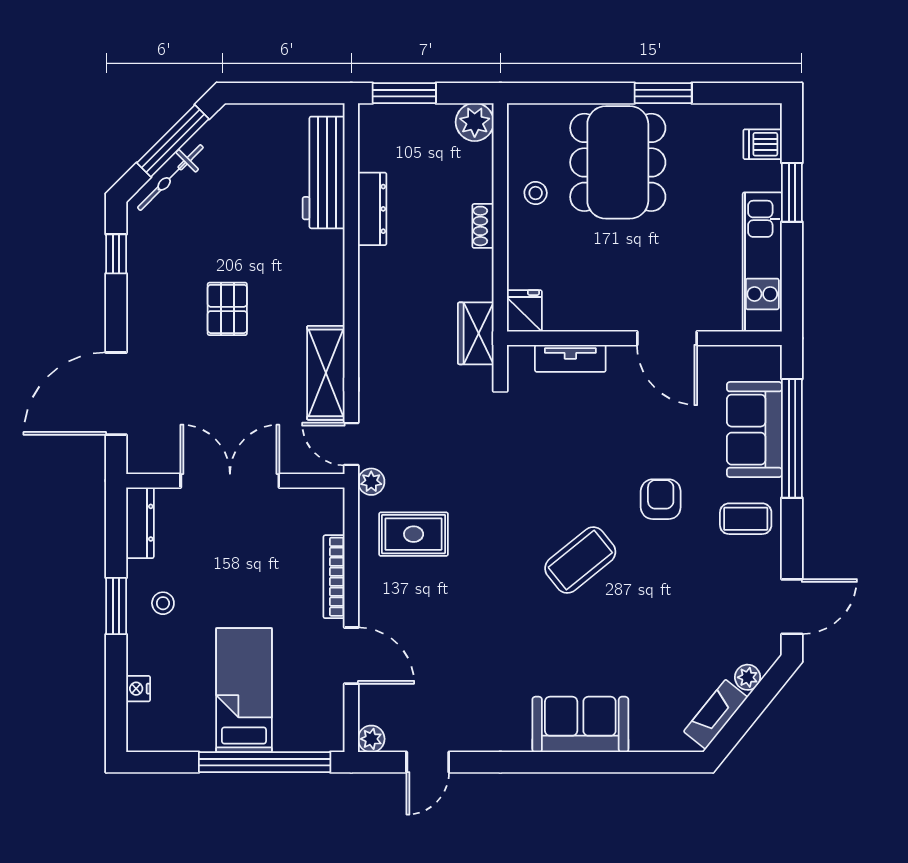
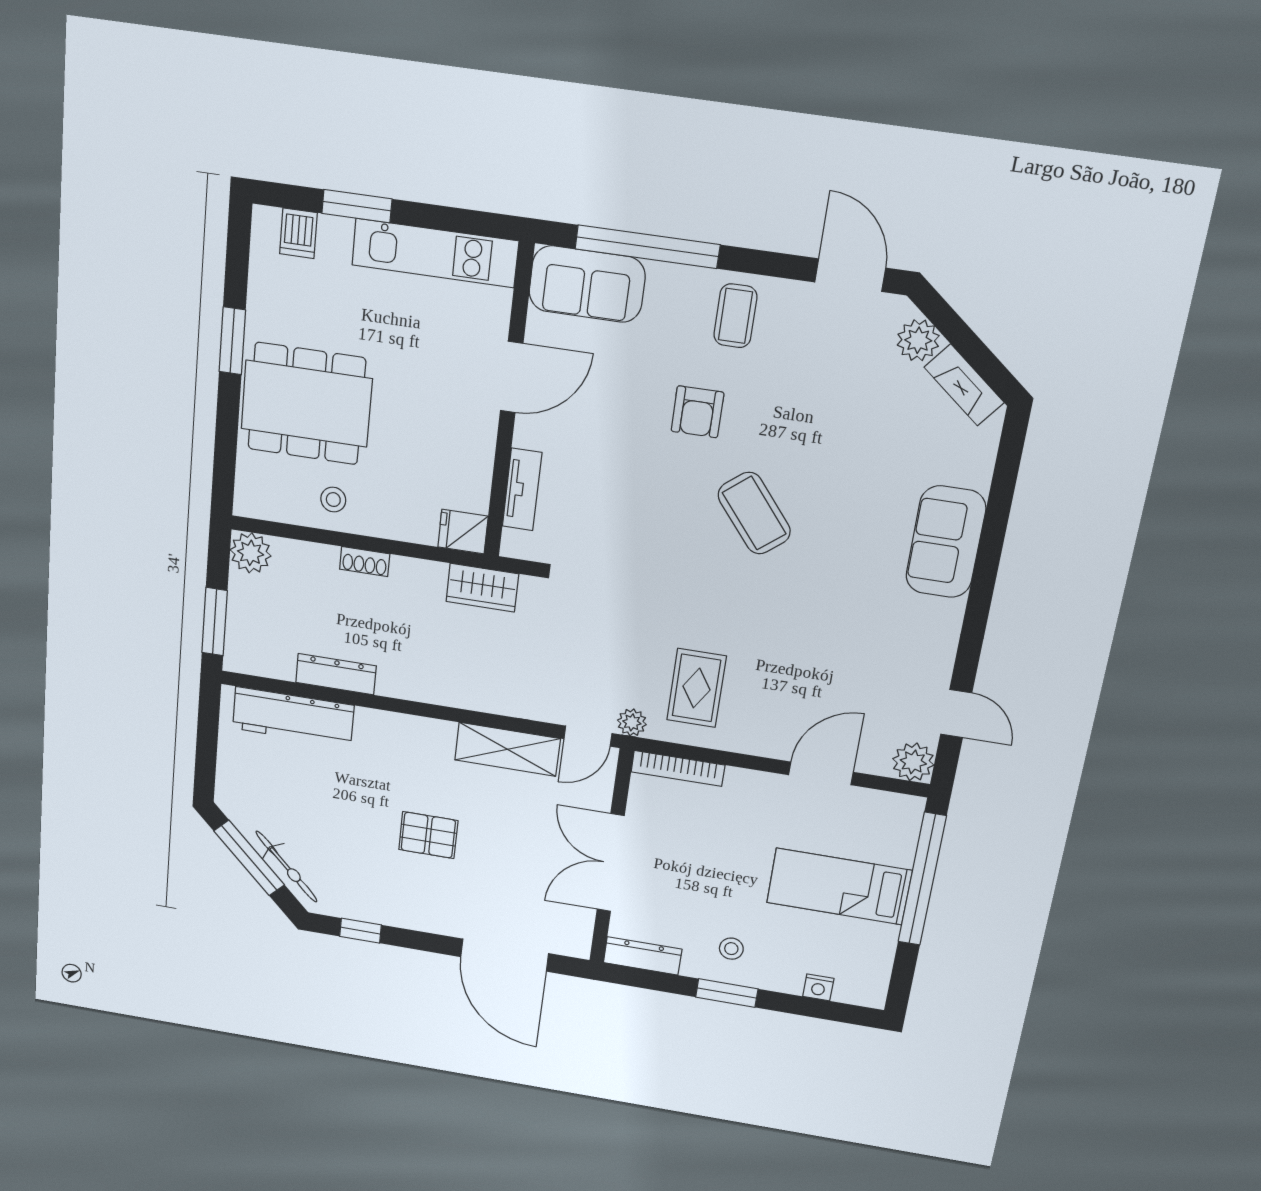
sofa: (754, 430) -> (587, 284), moved
armchair: (661, 499) -> (697, 412), turned -90
bookcase: (334, 577) -> (678, 768), moved
plant: (748, 677) -> (918, 340), width x1.38, depth x1.38
plant: (371, 739) -> (913, 762), width x1.38, depth x1.38

